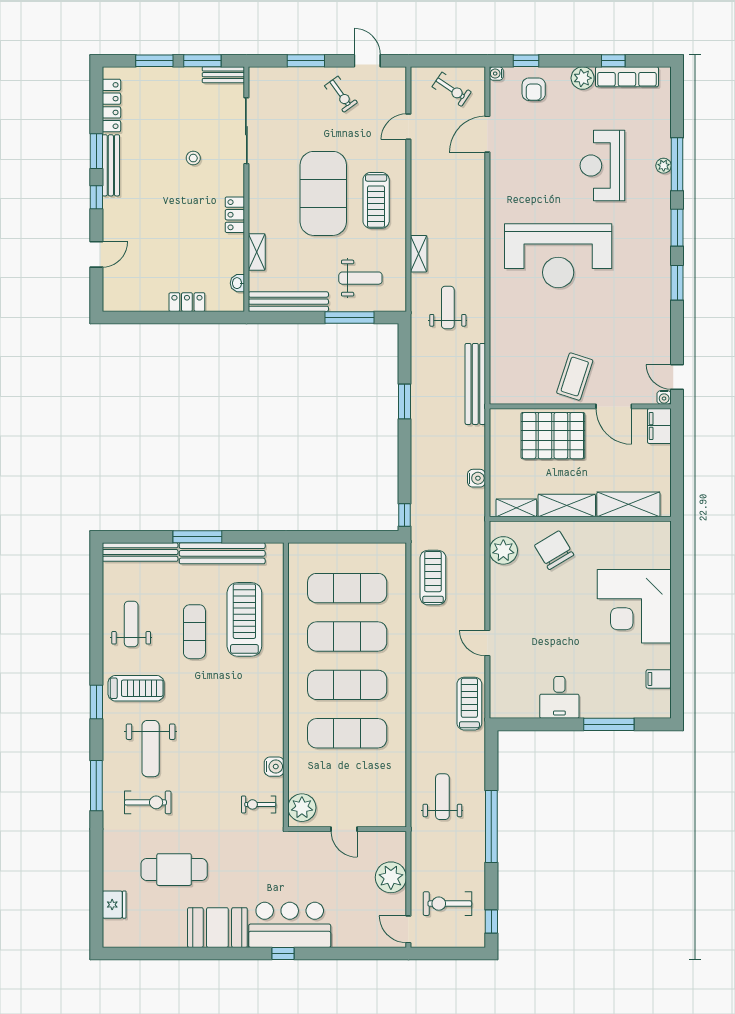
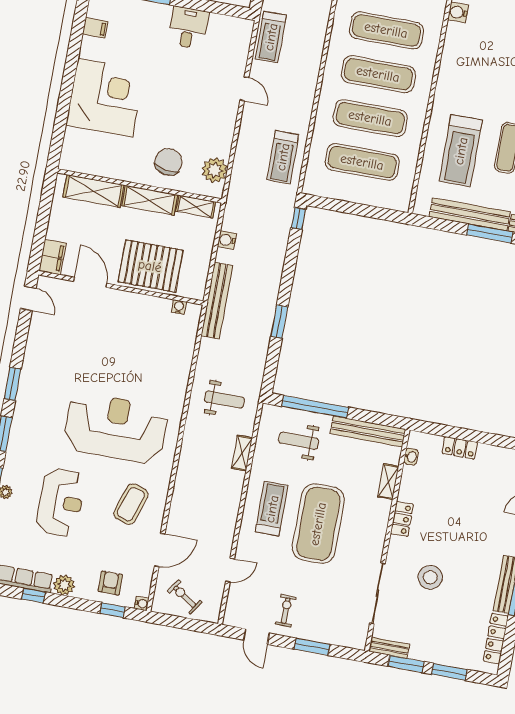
exercise bike: (341, 94) -> (286, 611), turned 36
stool: (193, 158) -> (430, 577), width x1.89, depth x1.89
weight bench: (448, 307) -> (224, 400), turned -90
window: (349, 317) -> (315, 407), width x1.46
coffee table: (575, 377) -> (131, 504), moved
bench: (475, 384) -> (217, 301), moved
water cooler: (664, 397) -> (179, 307), moved
chair: (554, 550) -> (168, 162), turned -139

